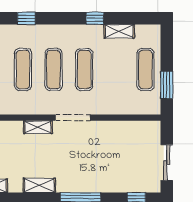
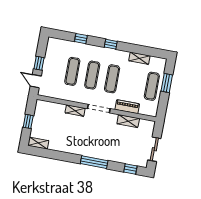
window: (95, 18) -> (111, 44), moved
window: (167, 85) -> (167, 83), moved
piano: (114, 107) -> (127, 107), added
shelving: (39, 185) -> (128, 121), moved

